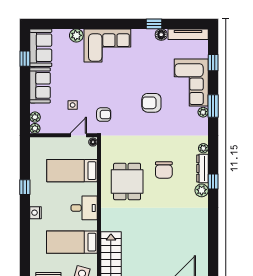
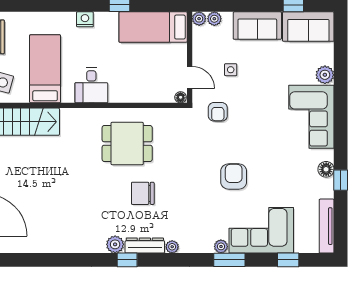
floor lamp: (161, 35) -> (326, 169), moved
bed: (72, 171) -> (153, 27), moved, turned -90

